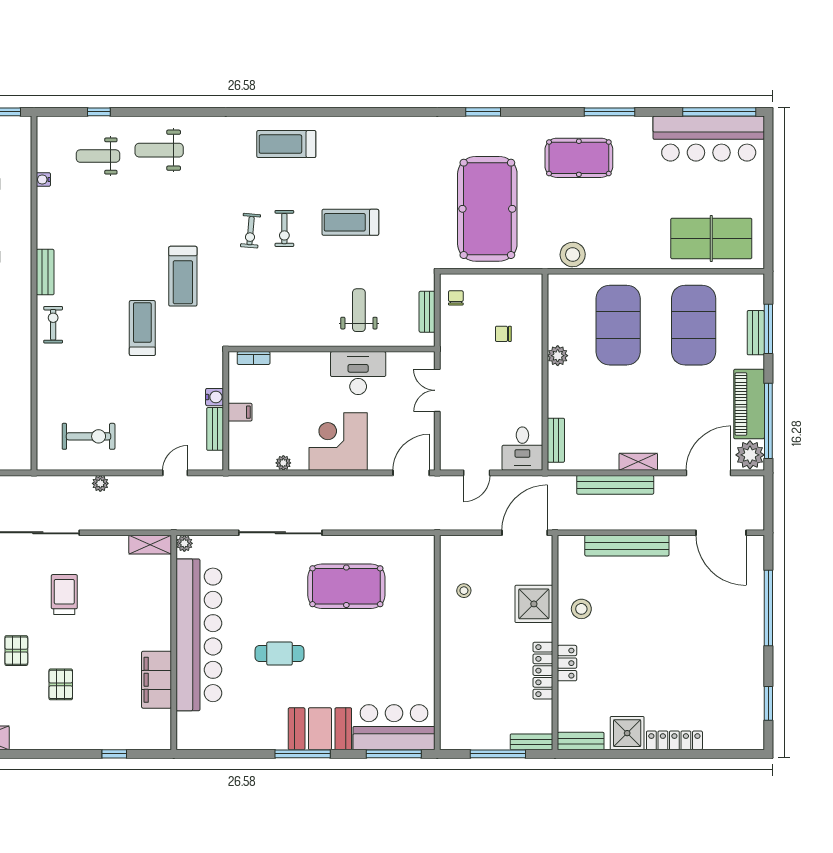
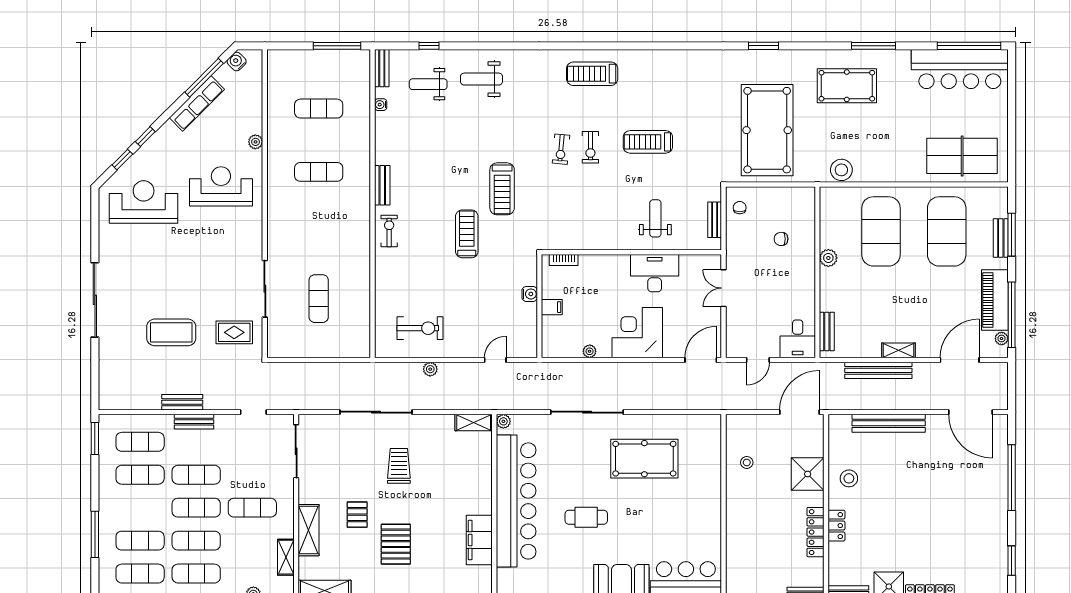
bench: (215, 429) -> (382, 68), moved
plant: (750, 455) -> (1002, 338), width x0.53, depth x0.53
pallet: (61, 684) -> (396, 544), width x1.50, depth x1.42

